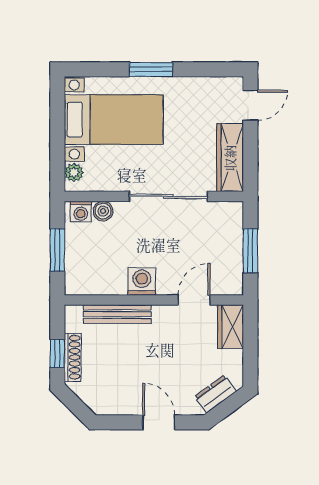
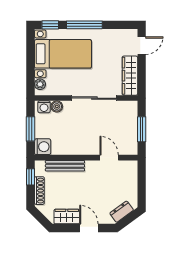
window: (92, 69) -> (50, 25), added
window: (151, 69) -> (84, 25), width x1.44
washing machine: (142, 281) -> (43, 147), moved, turned 90
door: (194, 300) -> (109, 158), hinge flipped
wardrobe: (230, 327) -> (67, 217), moved, turned 90
window: (57, 353) -> (31, 177), moved

